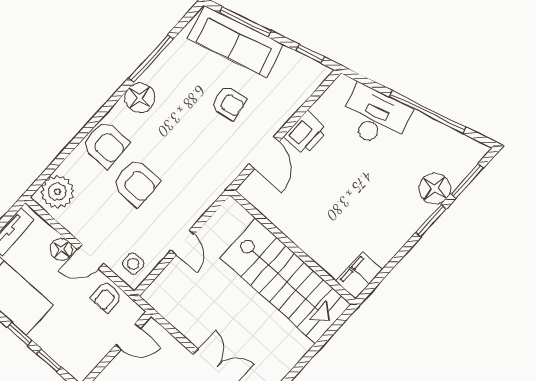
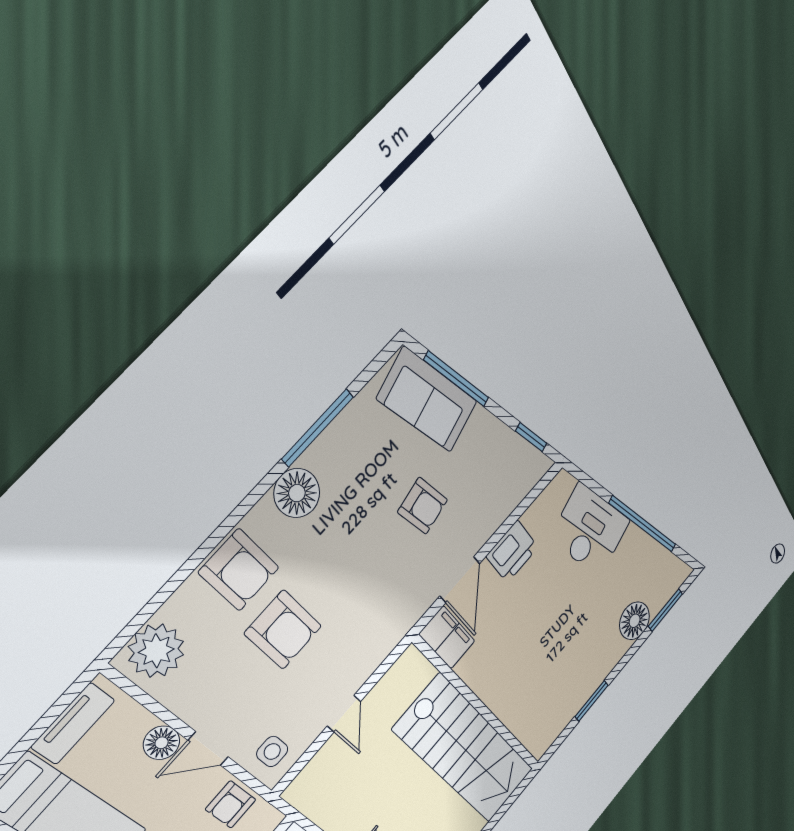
sofa: (236, 42) -> (428, 400), width x0.73
window: (431, 221) -> (592, 701), moved
filing cabinet: (359, 275) -> (447, 638), moved, turned 90

